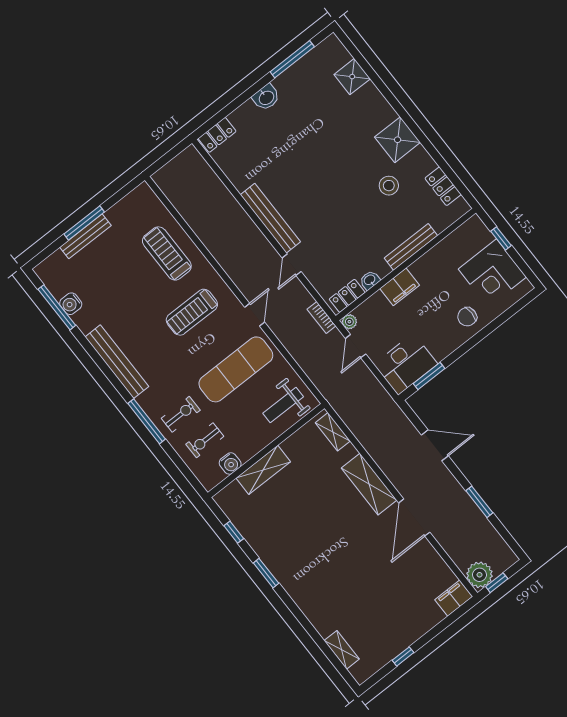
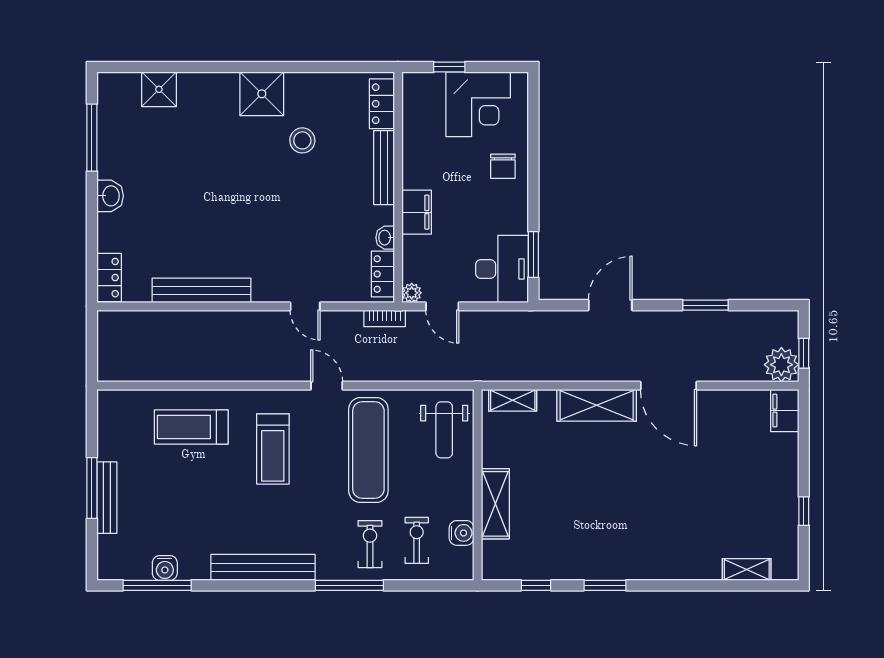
locker: (443, 186) -> (382, 104), moved, turned 90
bench: (270, 218) -> (201, 290), moved
exercise bike: (205, 440) -> (417, 540), turned 180

